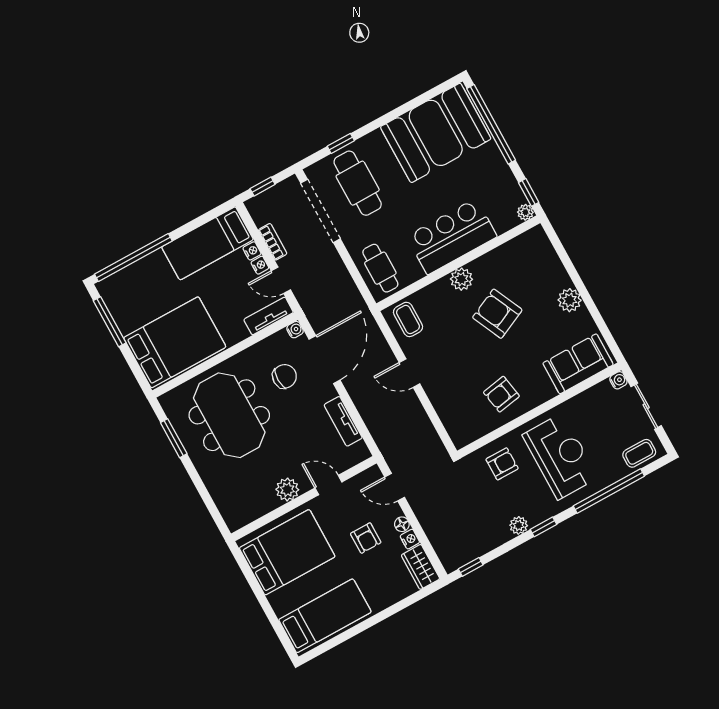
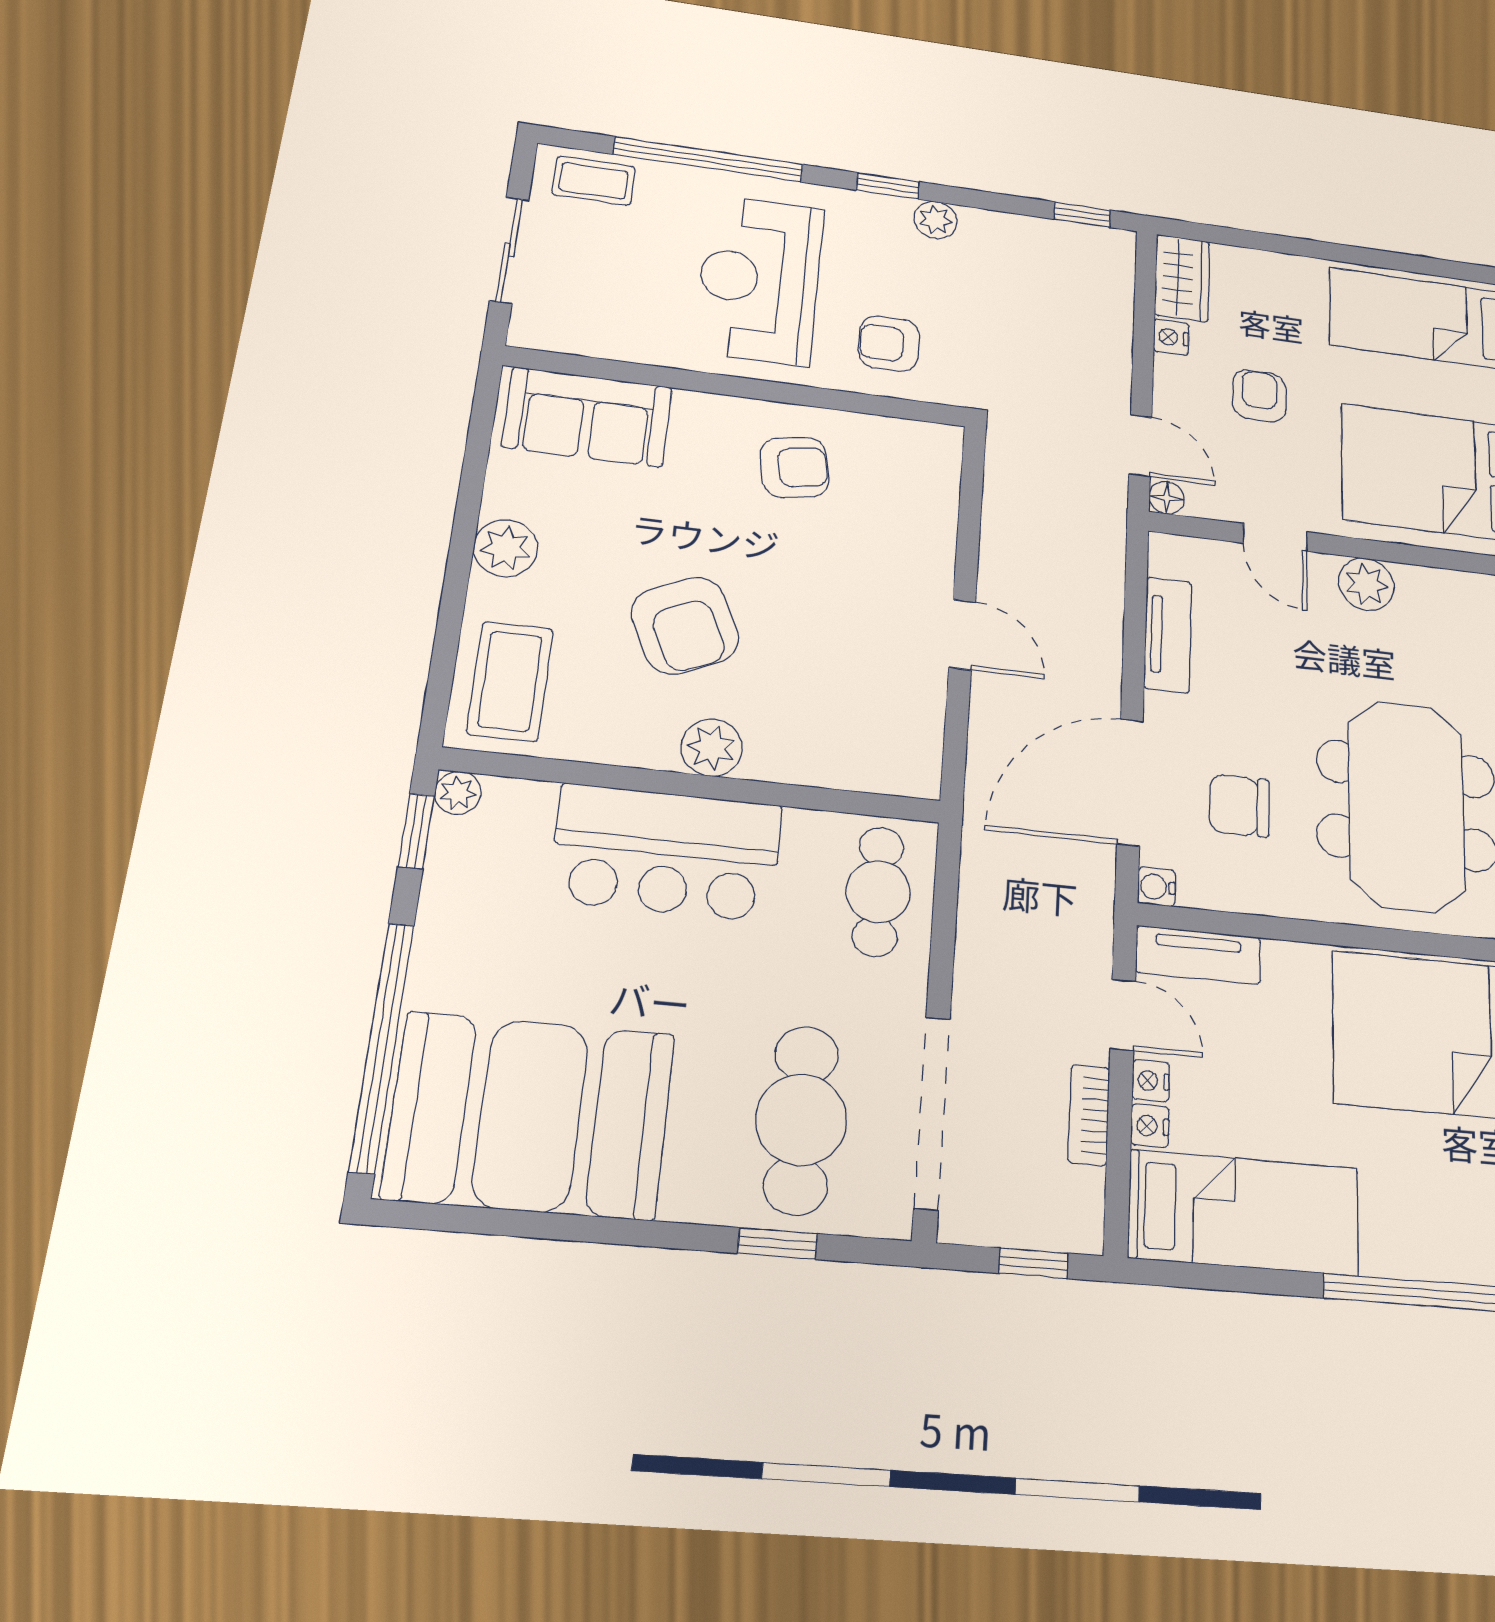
coffee table: (408, 319) -> (510, 681), moved, width x1.36, depth x1.30
water cooler: (618, 380) -> (527, 332), removed
floor lamp: (402, 524) -> (1167, 498), moved

